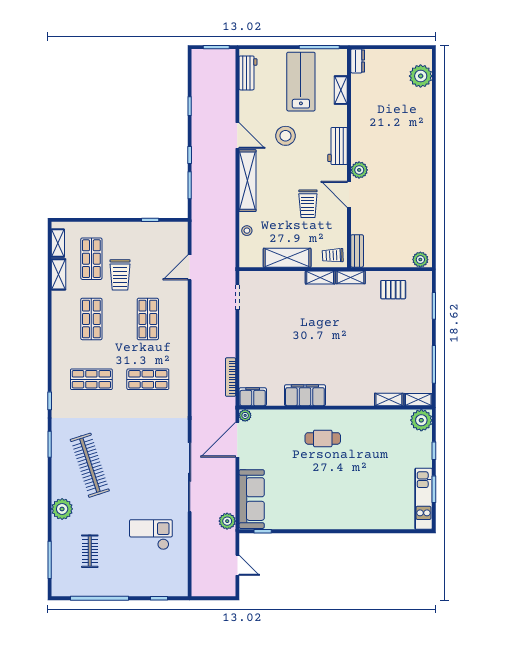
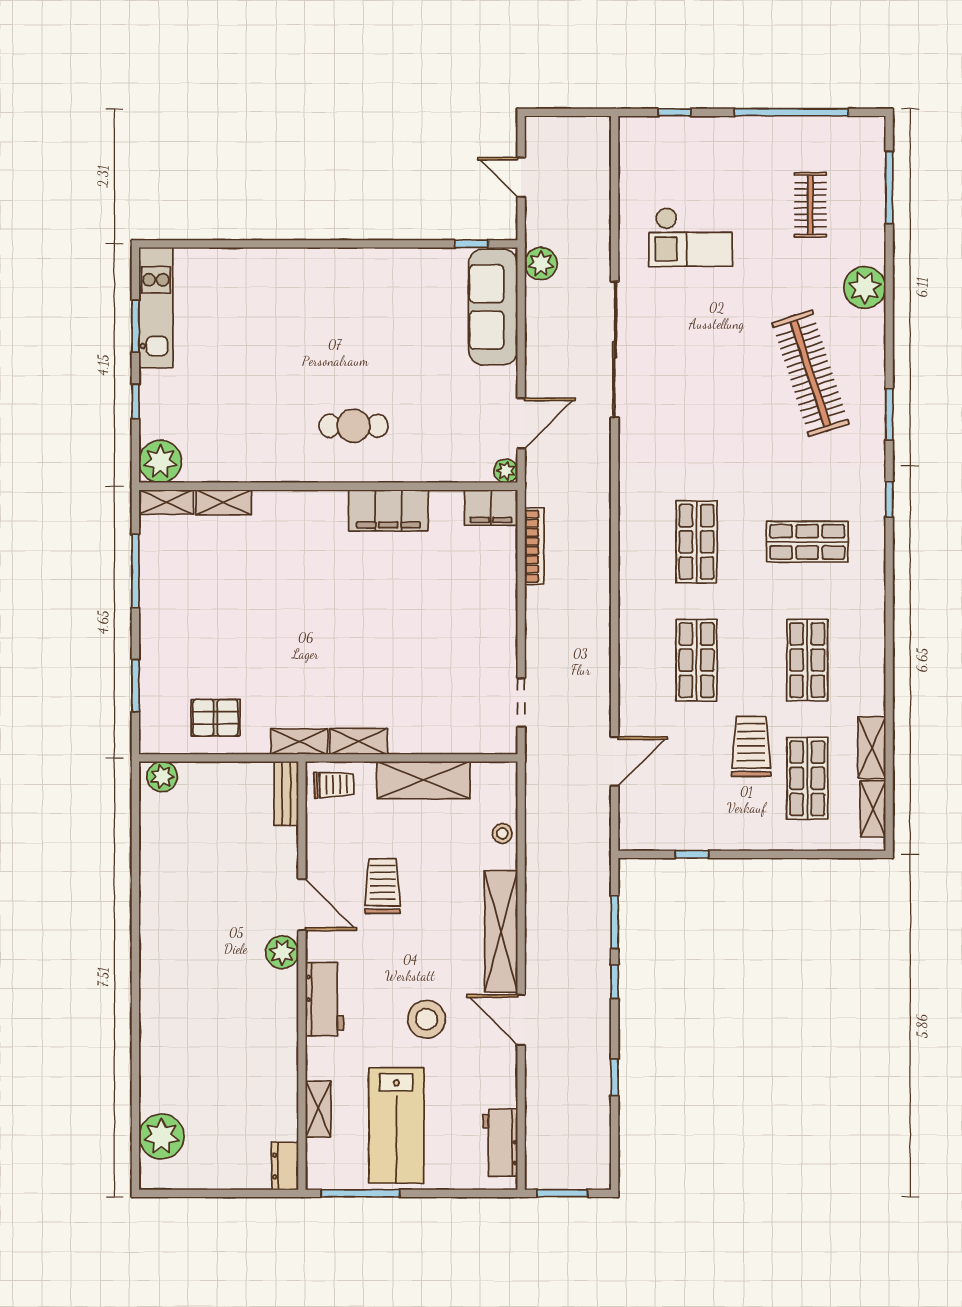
shop shelf: (148, 379) -> (697, 542), turned 90
door: (237, 440) -> (521, 423), width x0.73

